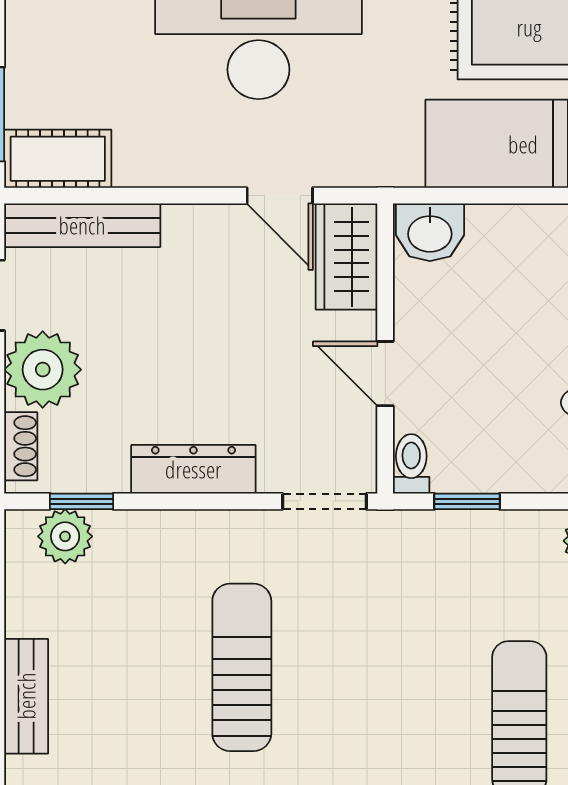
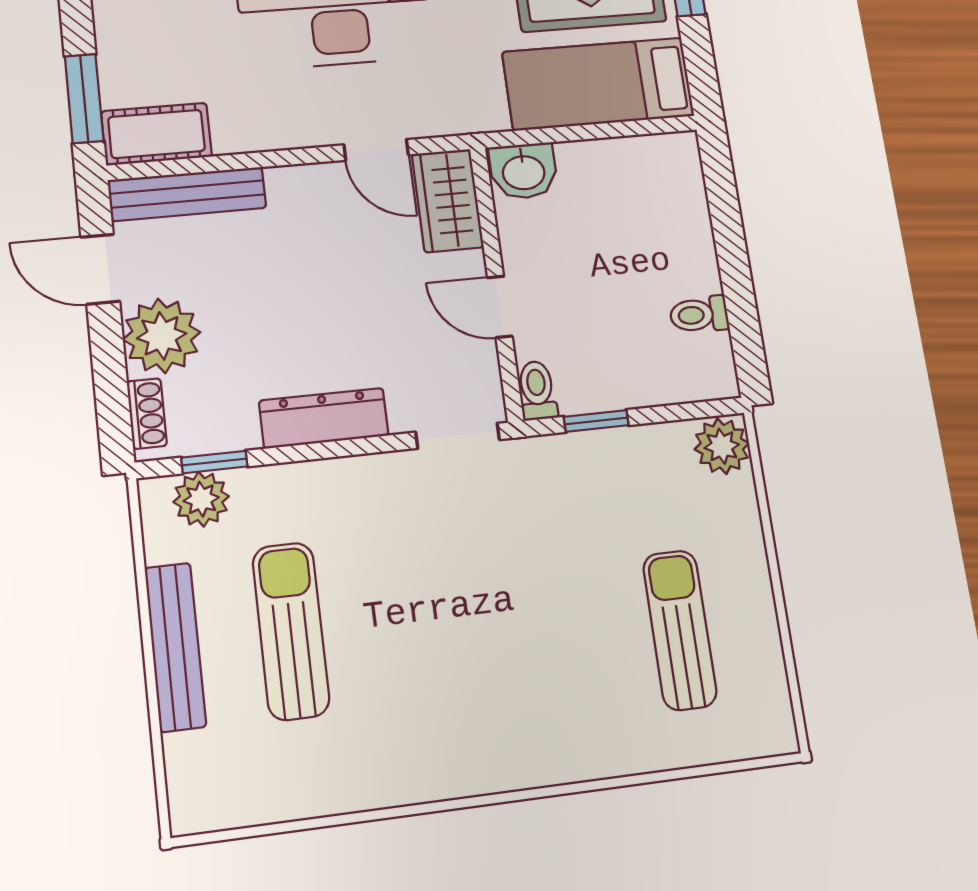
sun lounger: (242, 667) -> (291, 631), moved
bench: (26, 696) -> (175, 647), width x1.36

